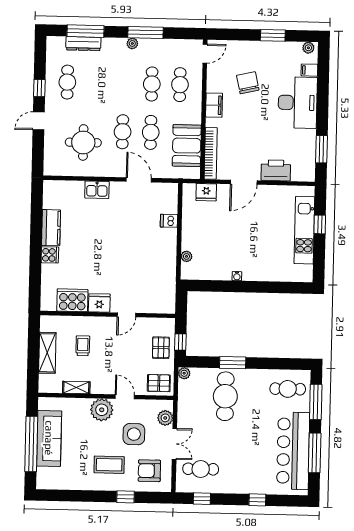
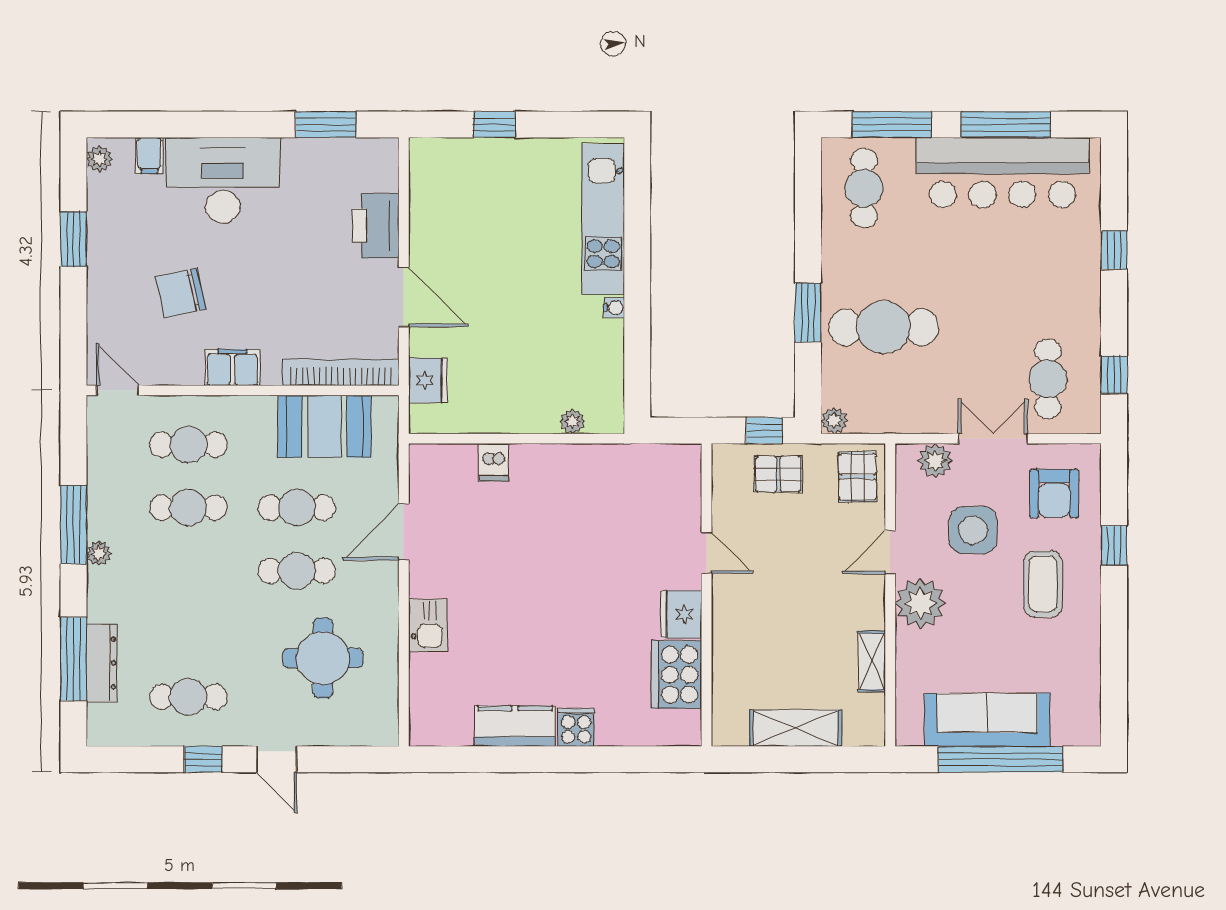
kitchen unit: (304, 230) -> (603, 219), moved, turned 90
trolley: (83, 346) -> (778, 649), removed

